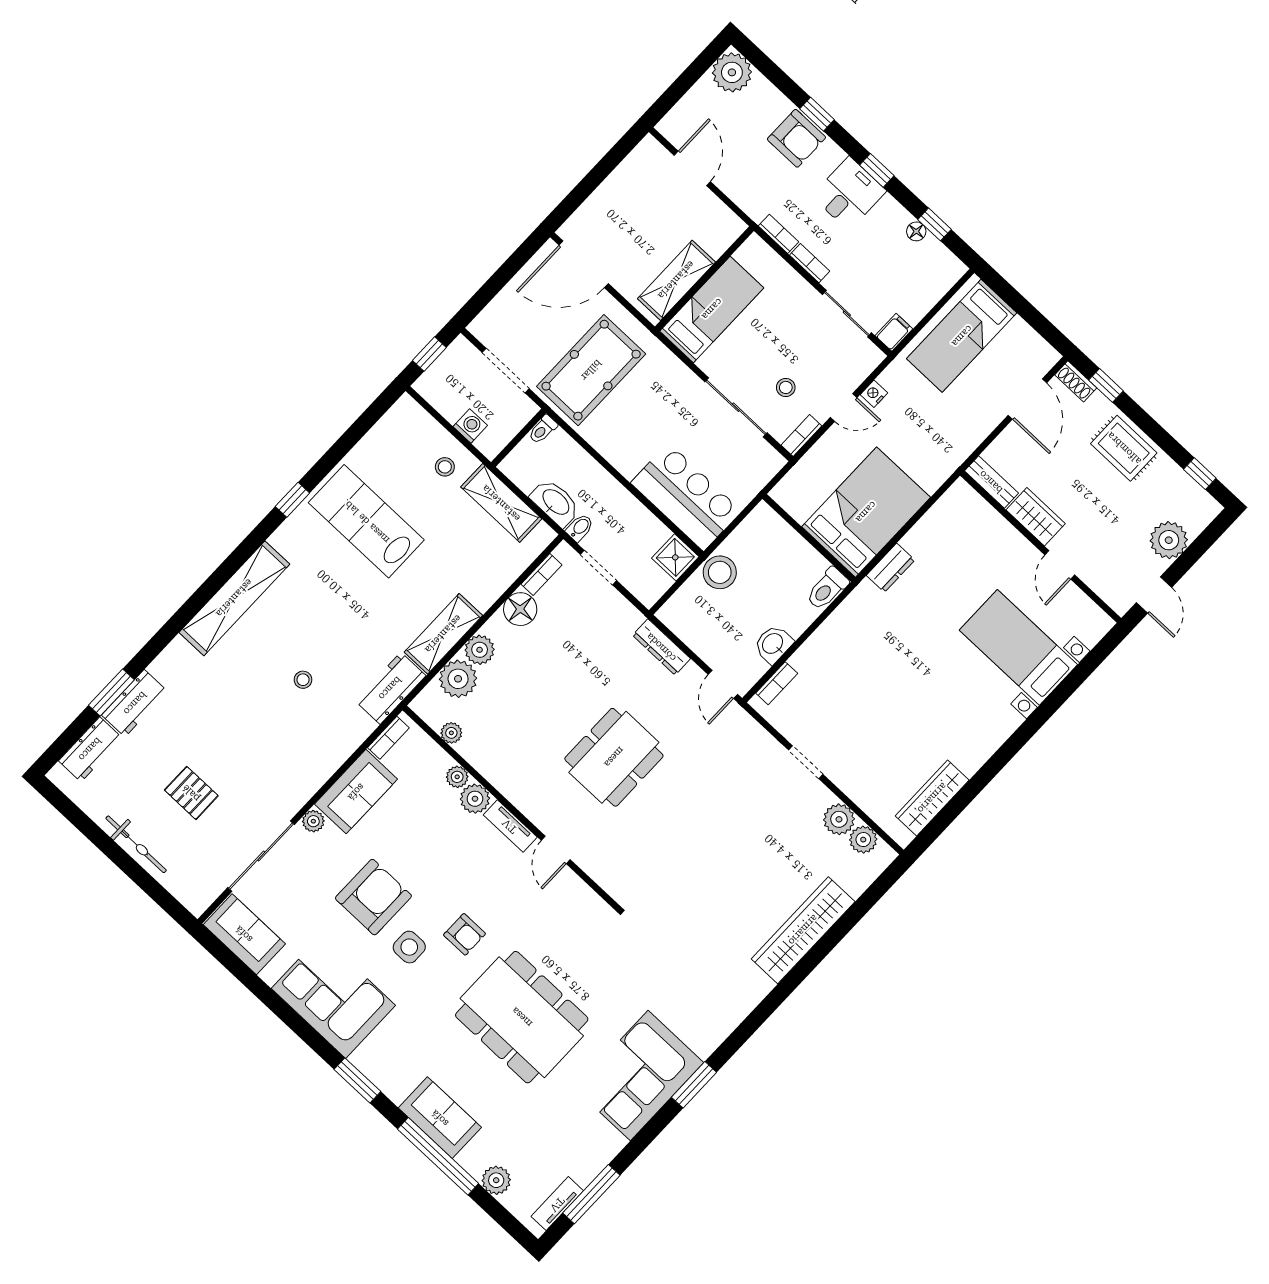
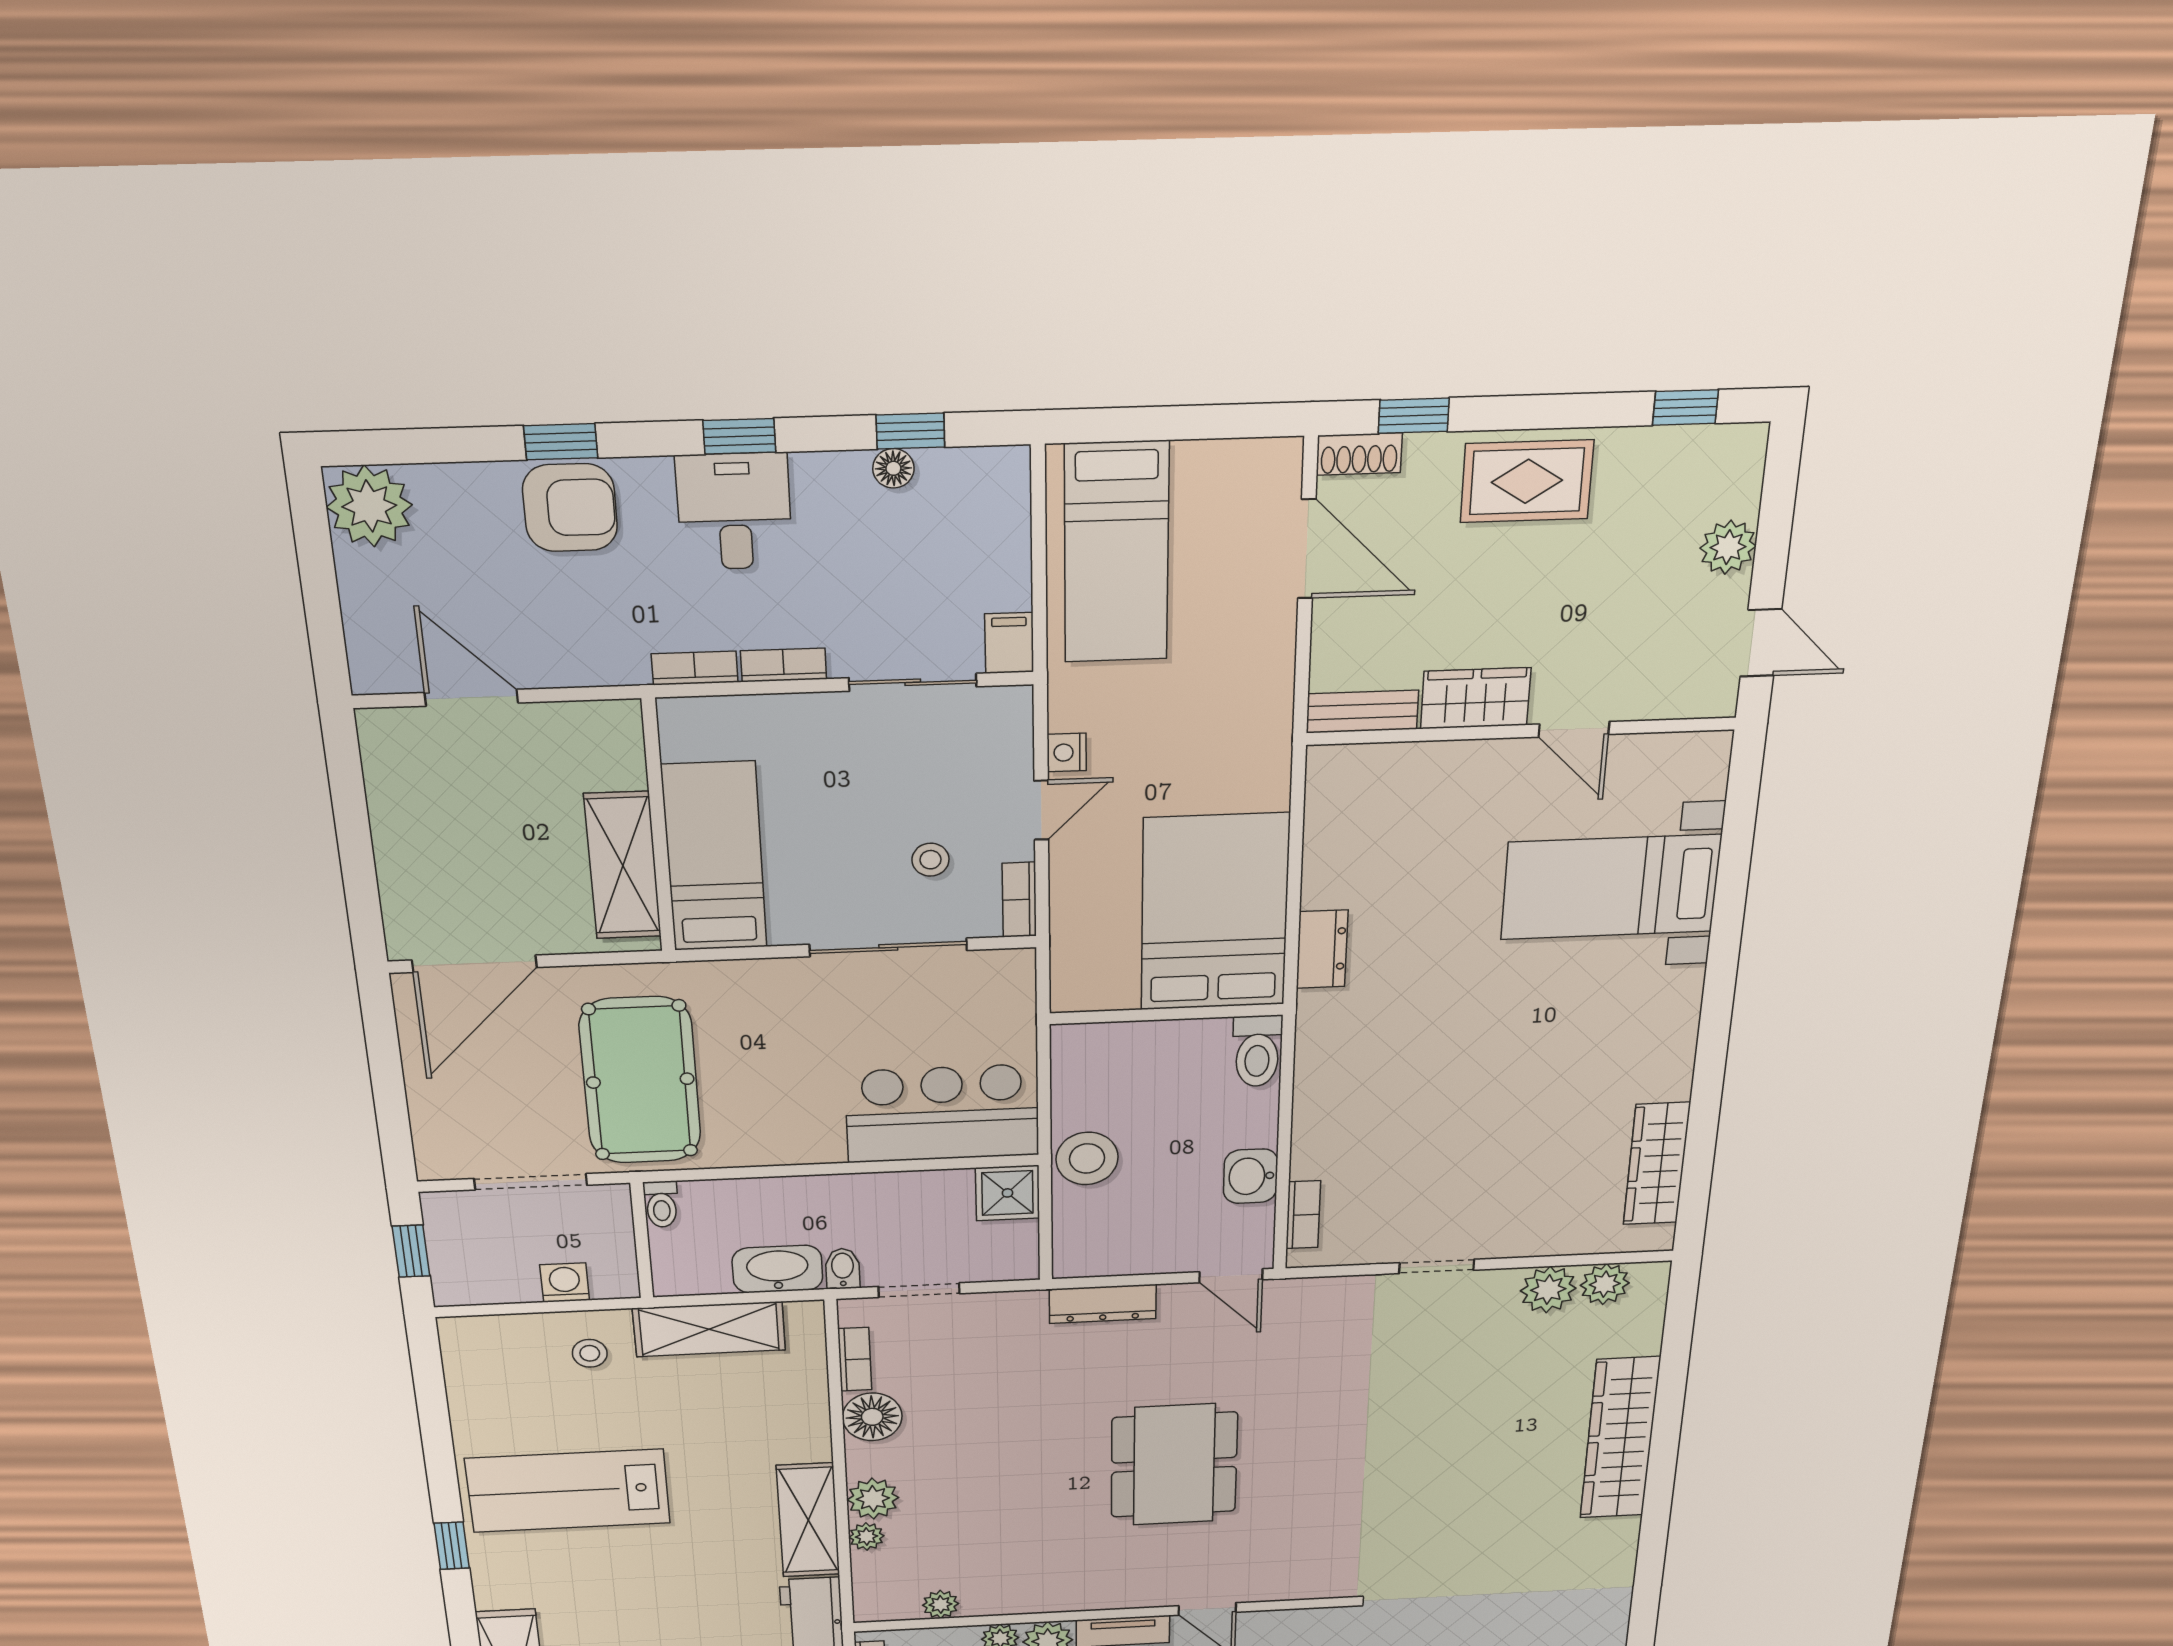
plant: (1169, 540) -> (1728, 547), width x0.73, depth x0.73
plant: (458, 679) -> (866, 1537), width x0.53, depth x0.53

